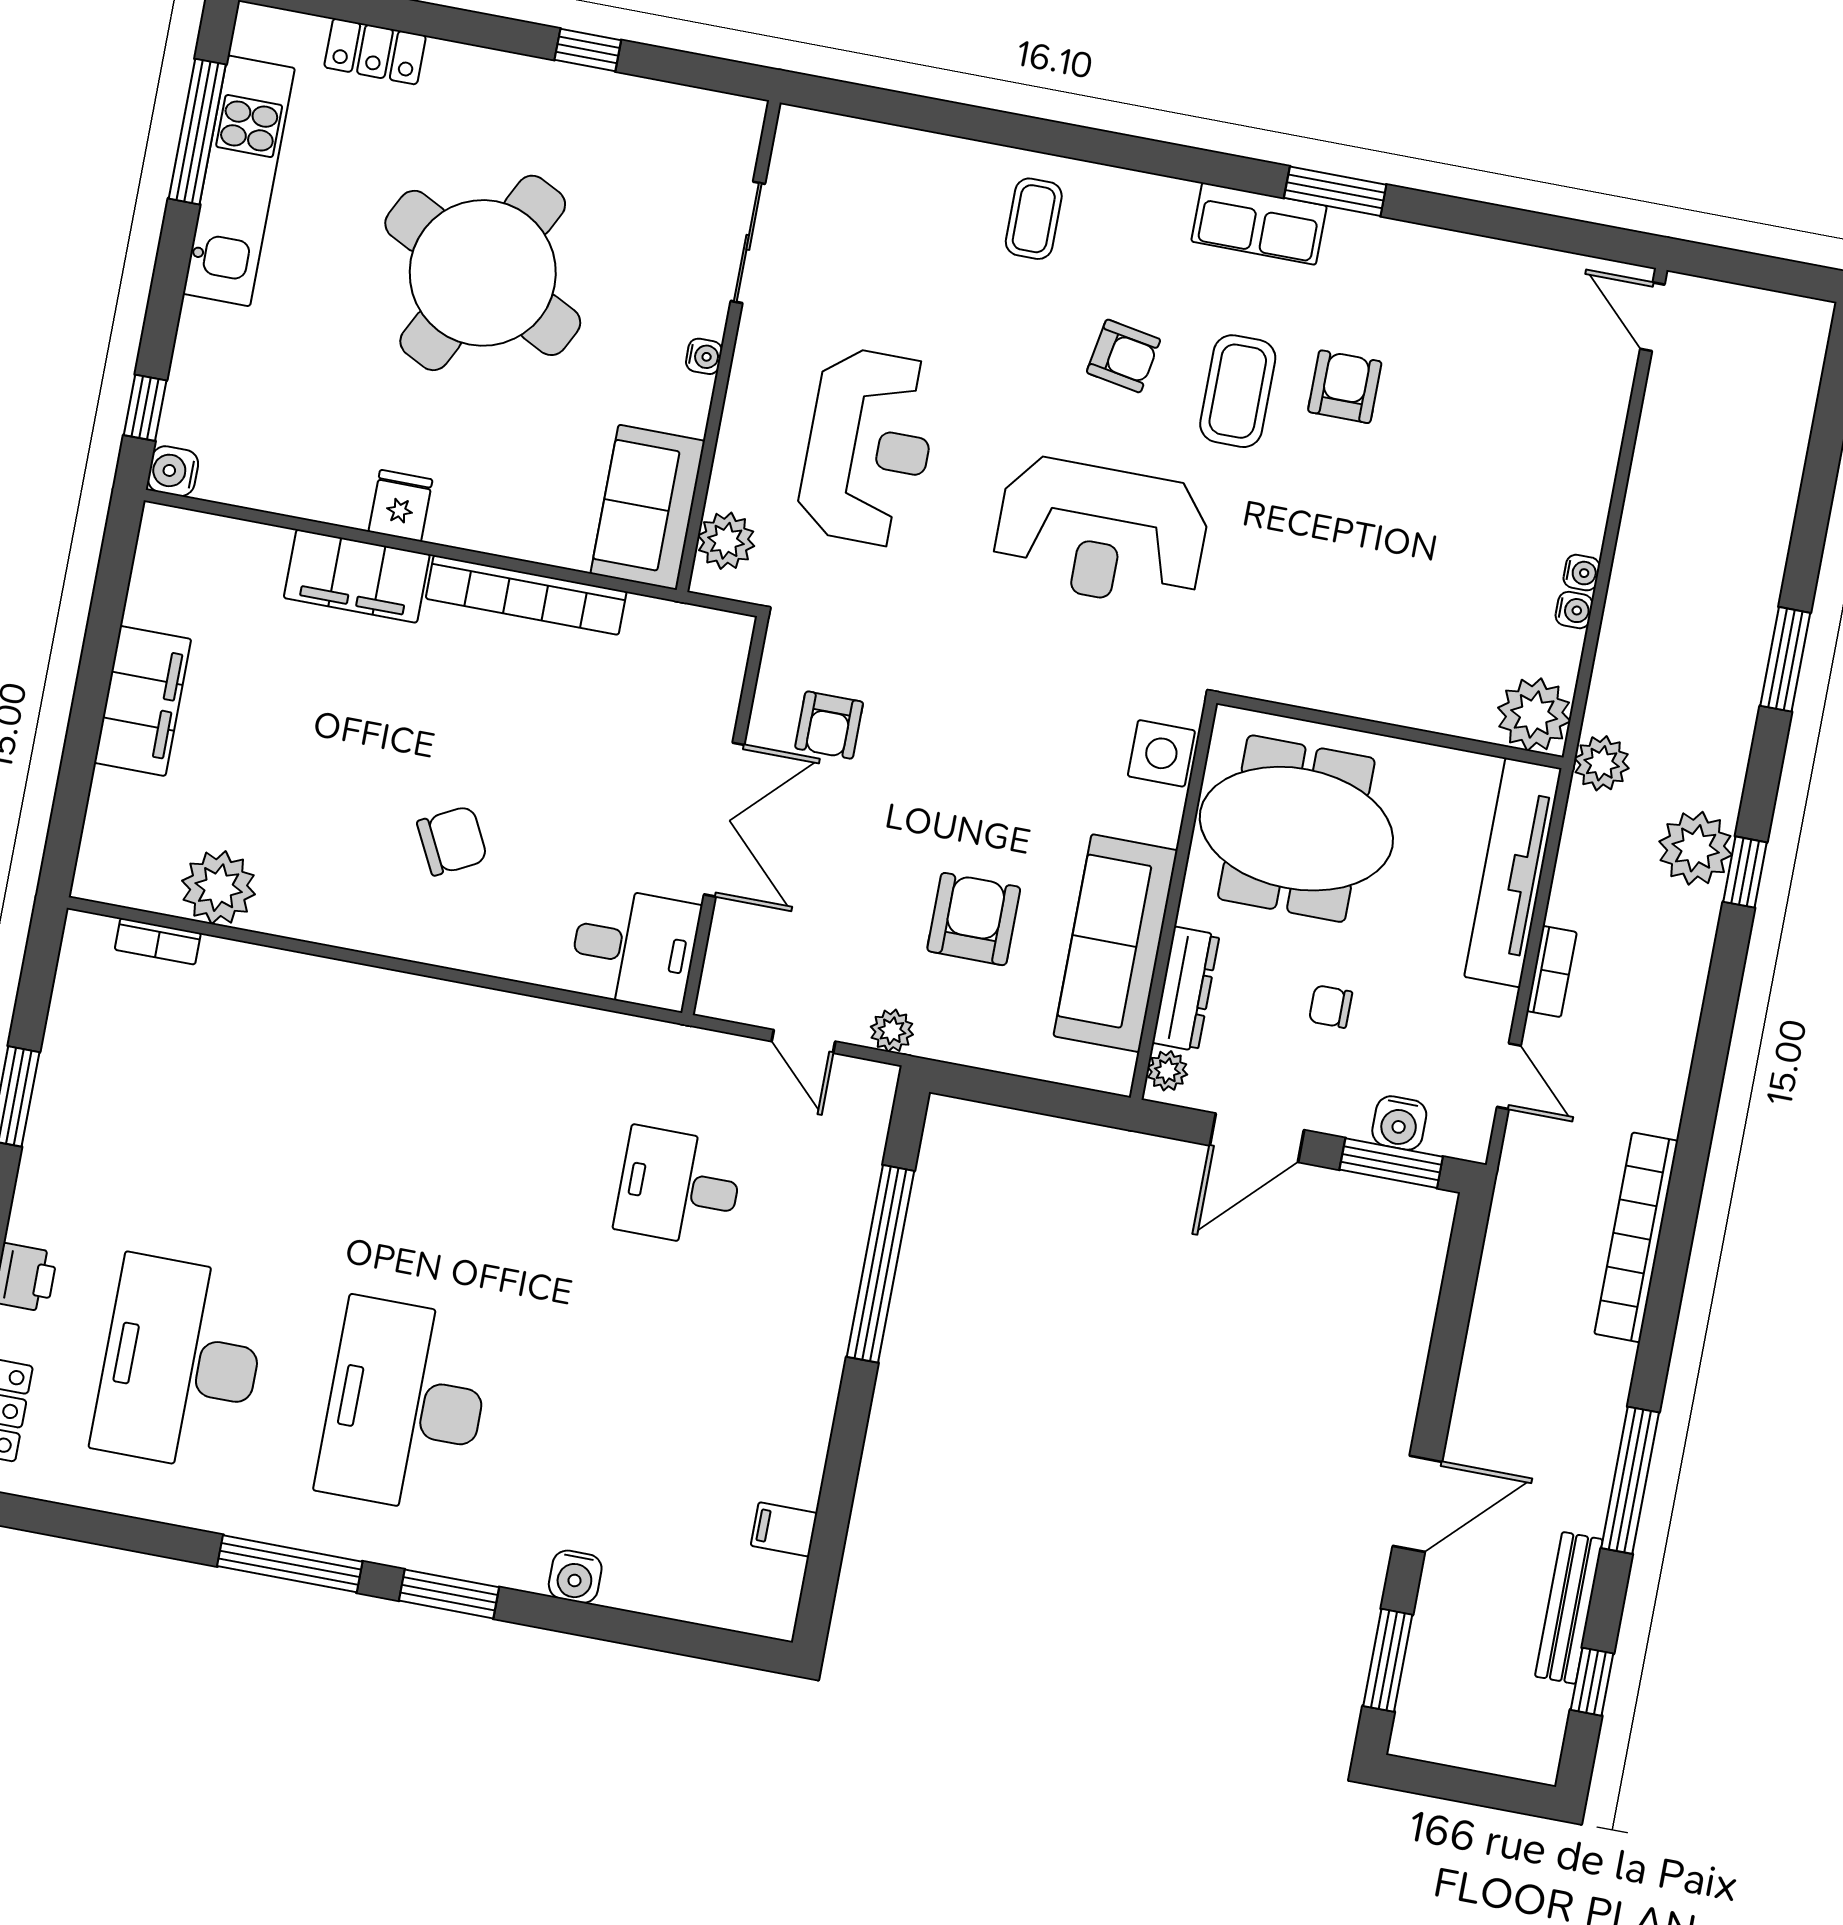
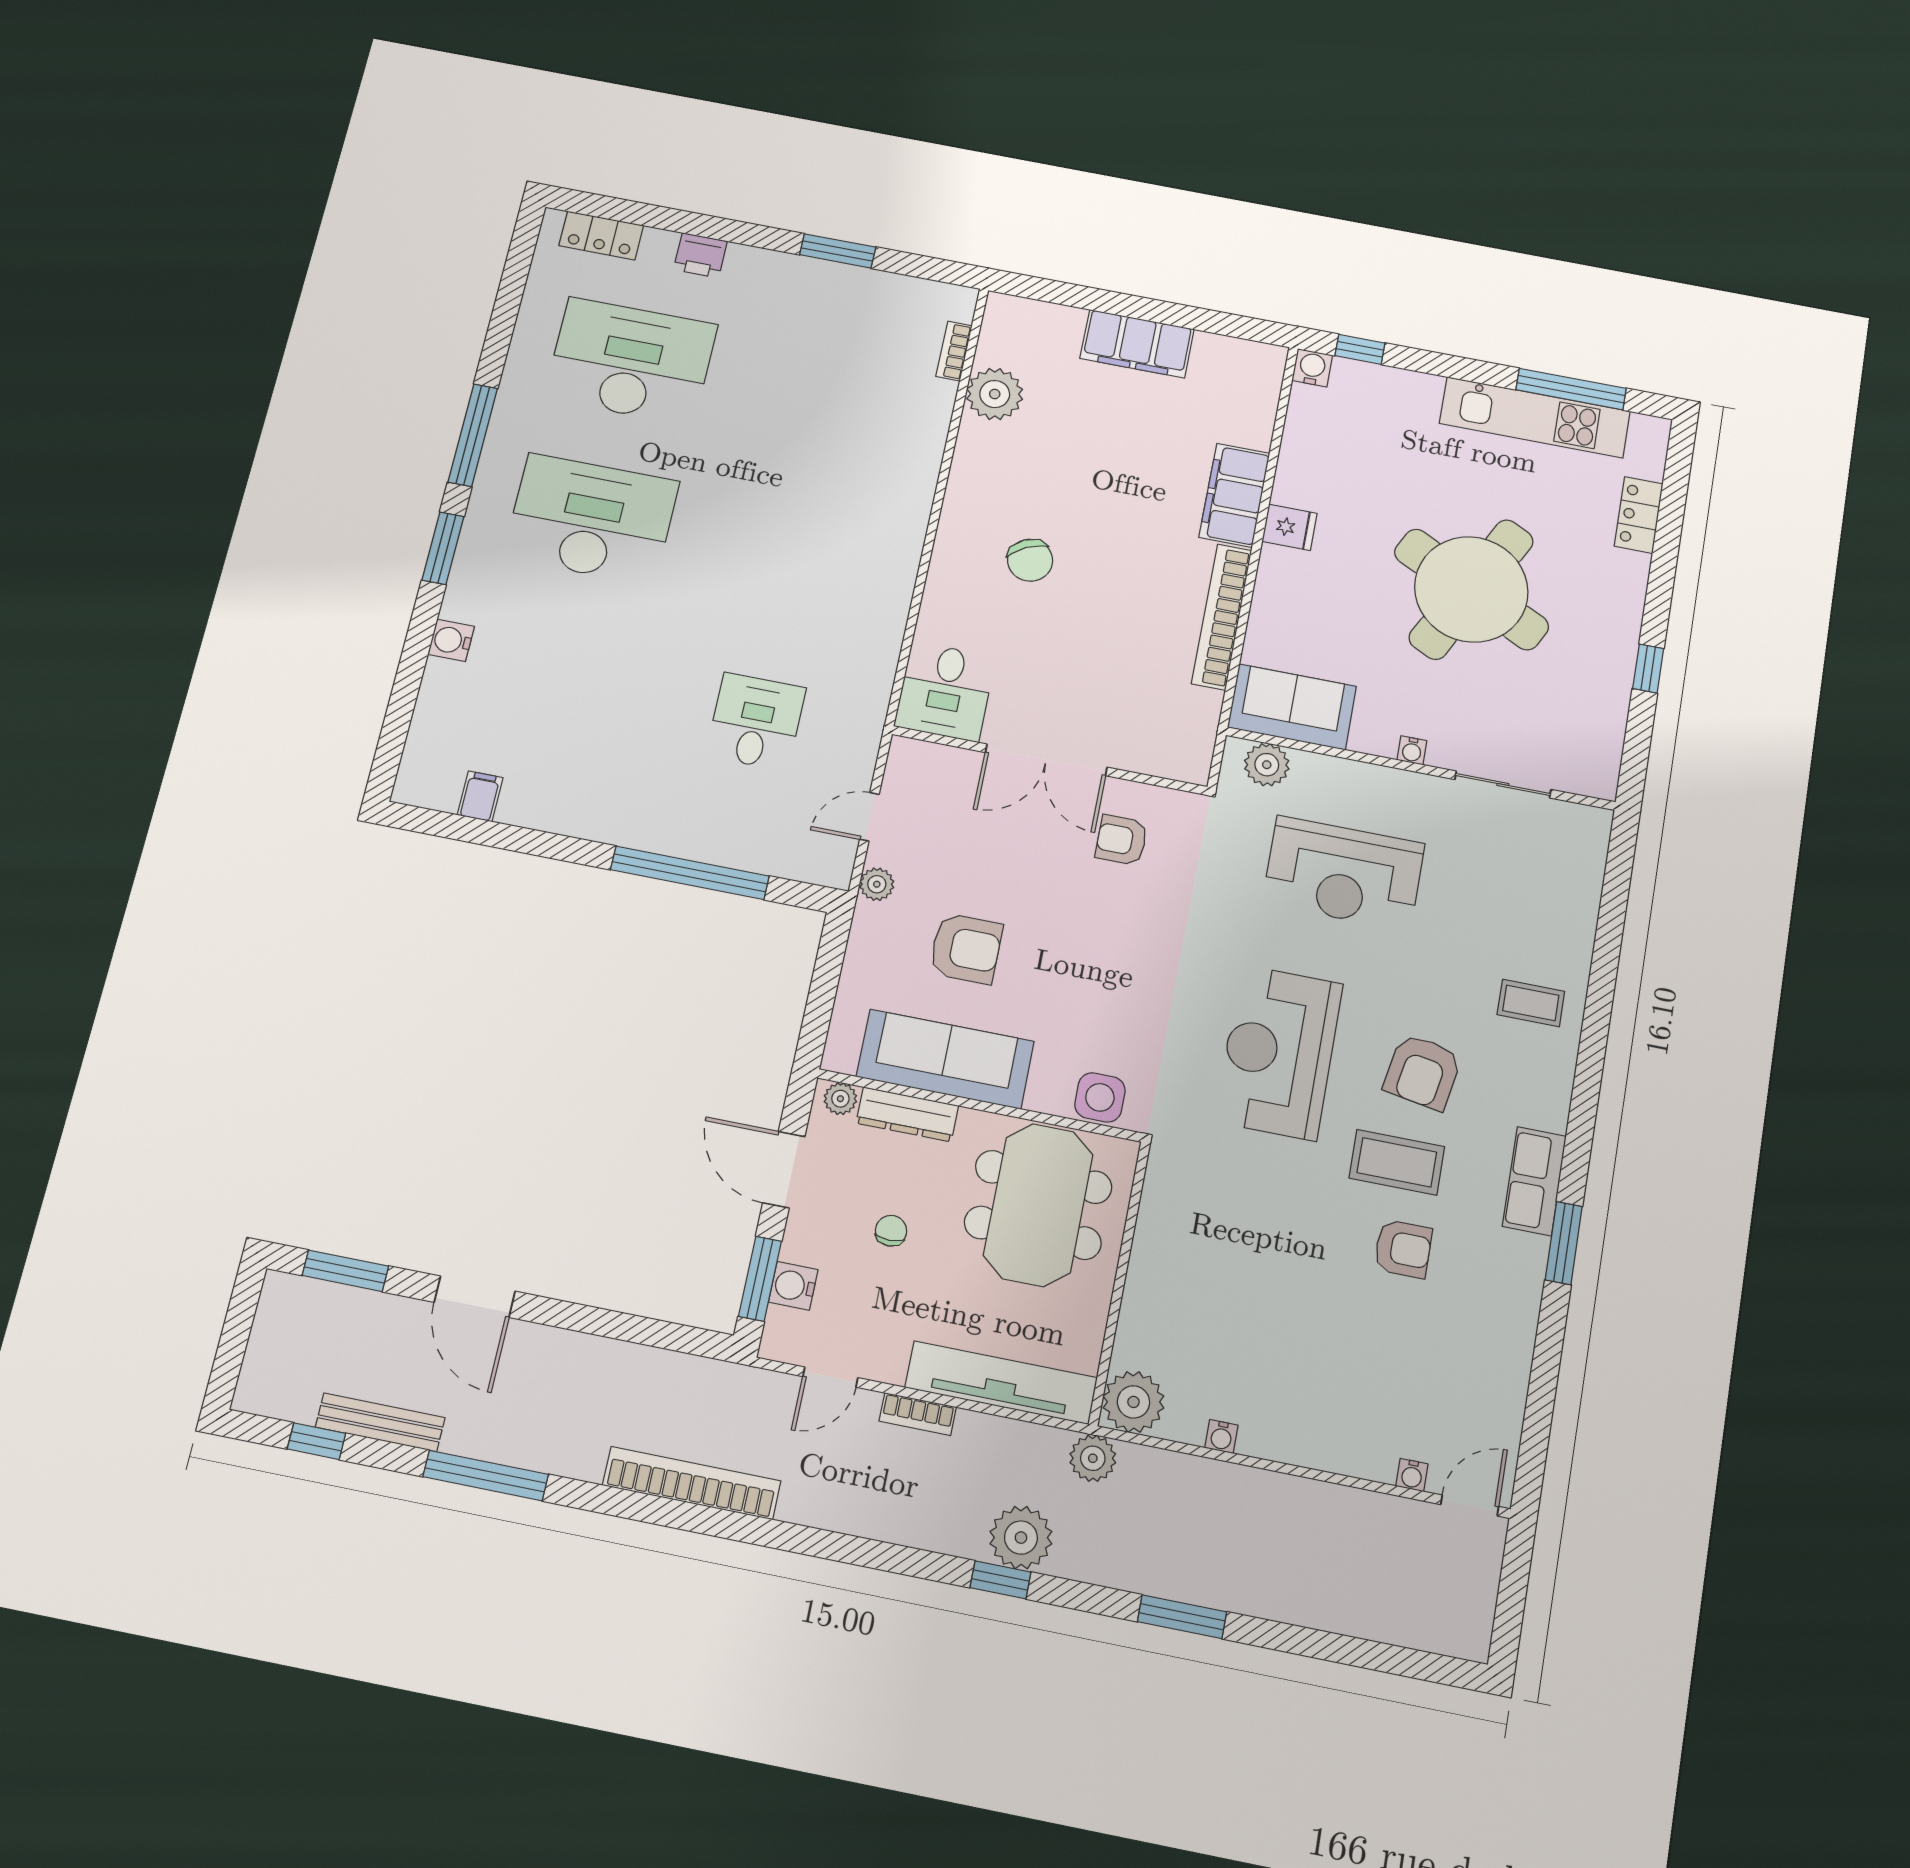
armchair: (1123, 356) -> (1423, 1072), width x1.38, depth x1.38
water cooler: (1582, 573) -> (1412, 1475), moved

